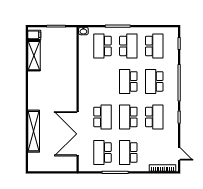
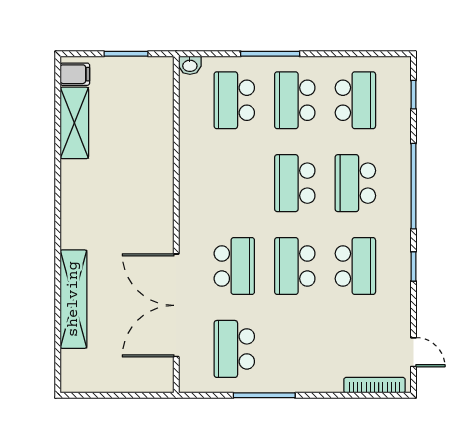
school desk: (128, 46) -> (295, 100), turned 180
school desk: (128, 152) -> (295, 349), removed

